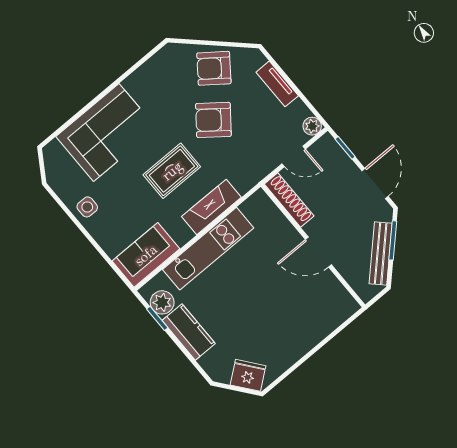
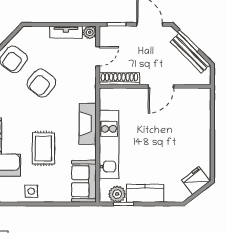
tv unit: (277, 84) -> (66, 32), moved
rug: (172, 171) -> (43, 148), moved

